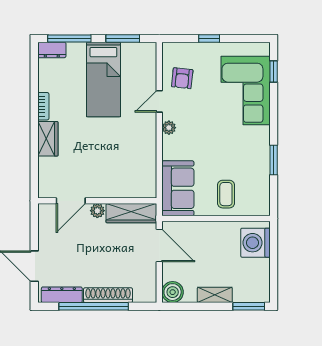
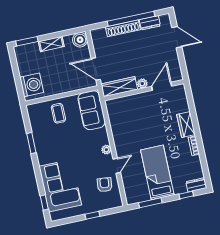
window: (69, 38) -> (186, 195), width x0.46
dresser: (62, 295) -> (150, 23), width x0.70

